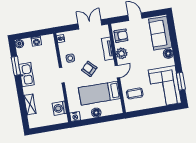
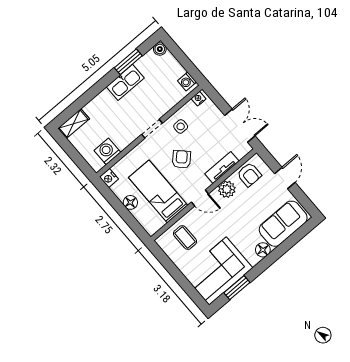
washing machine: (36, 41) -> (187, 81), moved
shelving: (30, 104) -> (74, 124), moved

